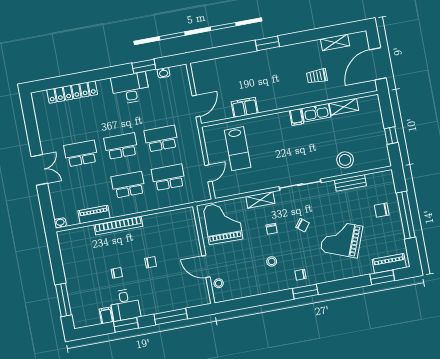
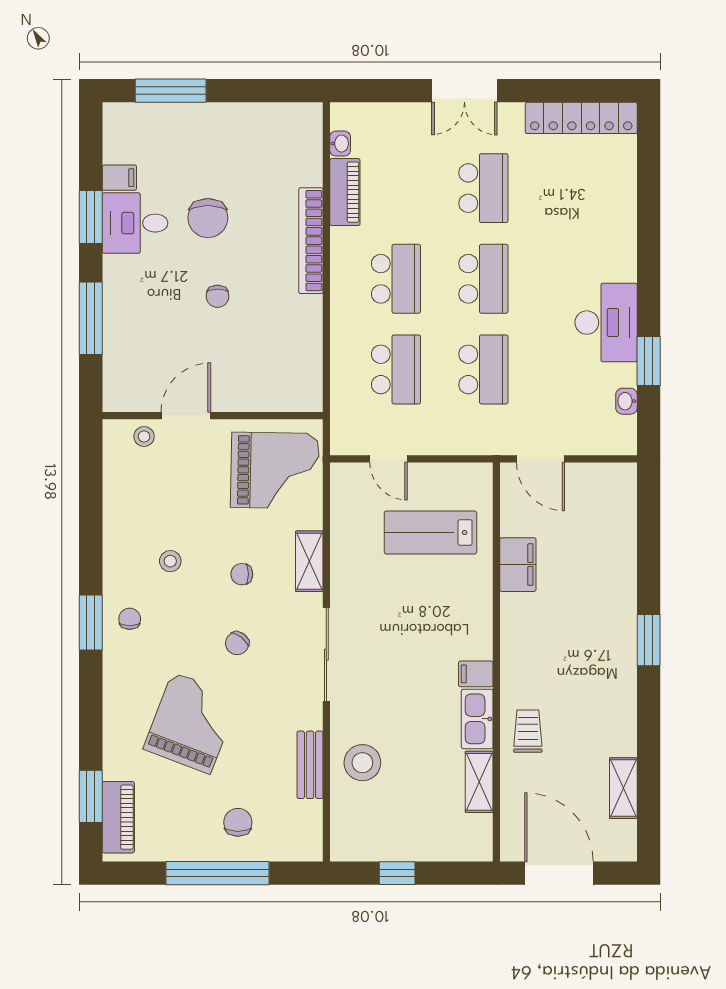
trolley: (317, 76) -> (528, 731), moved
locker: (72, 92) -> (581, 118), moved, turned -90
washbasin: (60, 223) -> (340, 144), moved
chair: (117, 273) -> (208, 218), width x1.87, depth x1.87

